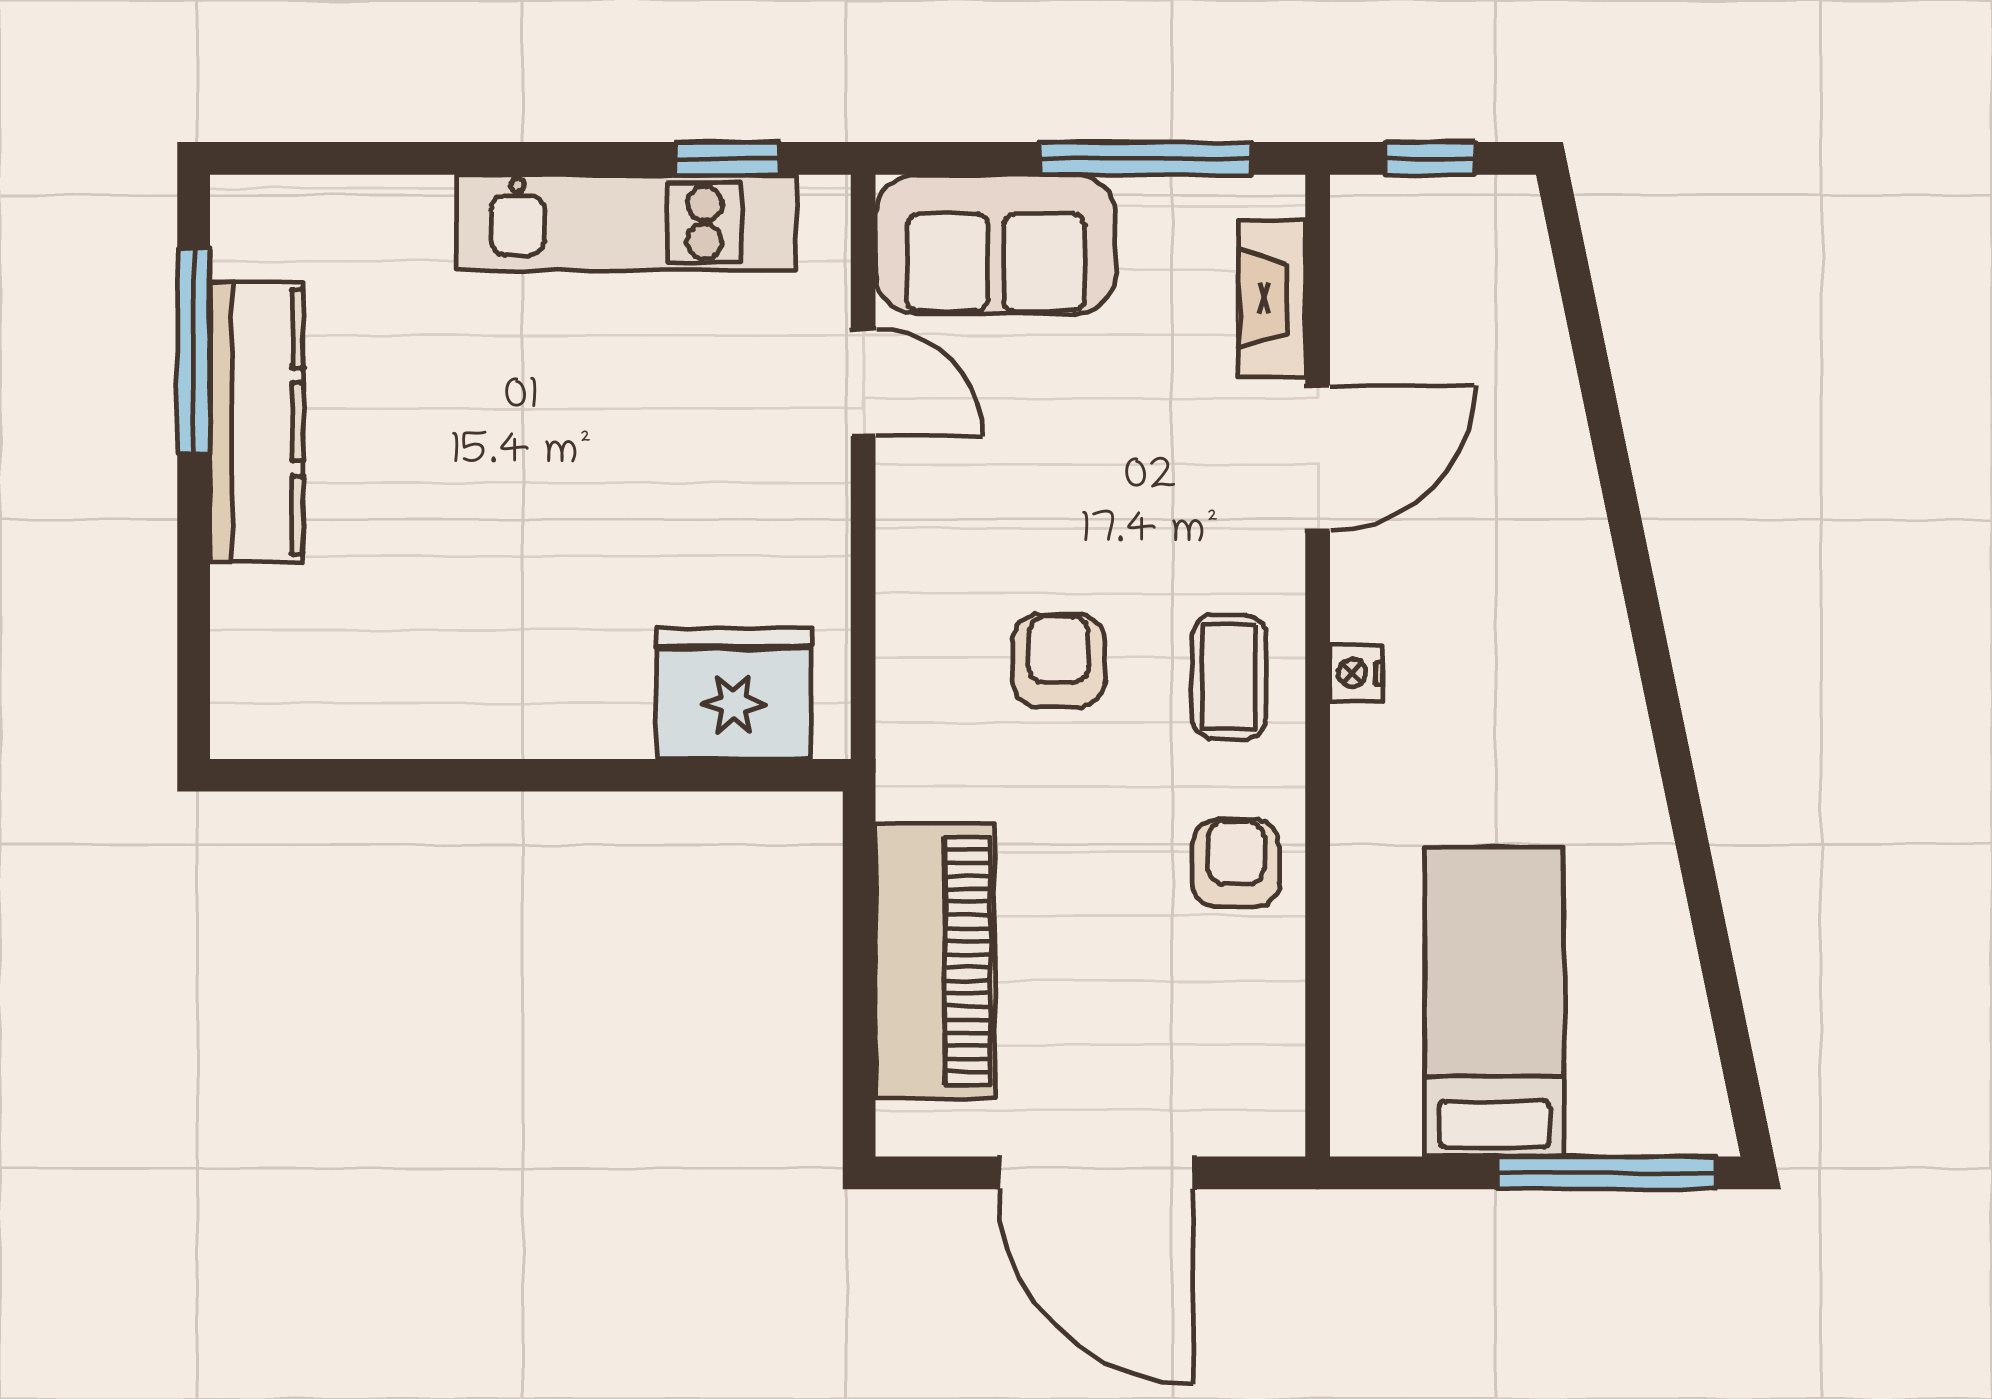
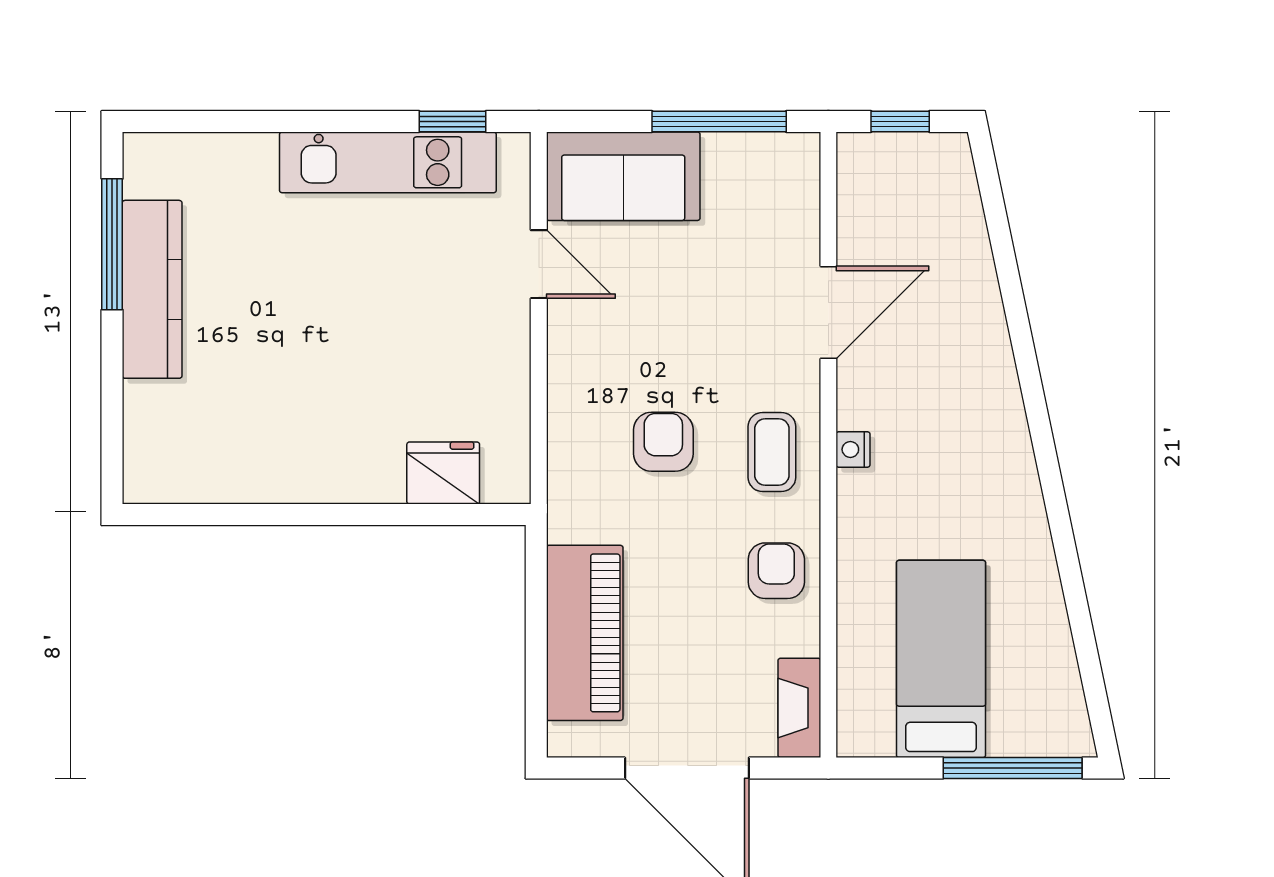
fireplace: (1272, 299) -> (799, 708), moved
fridge: (734, 694) -> (443, 473), width x0.73, depth x0.75

